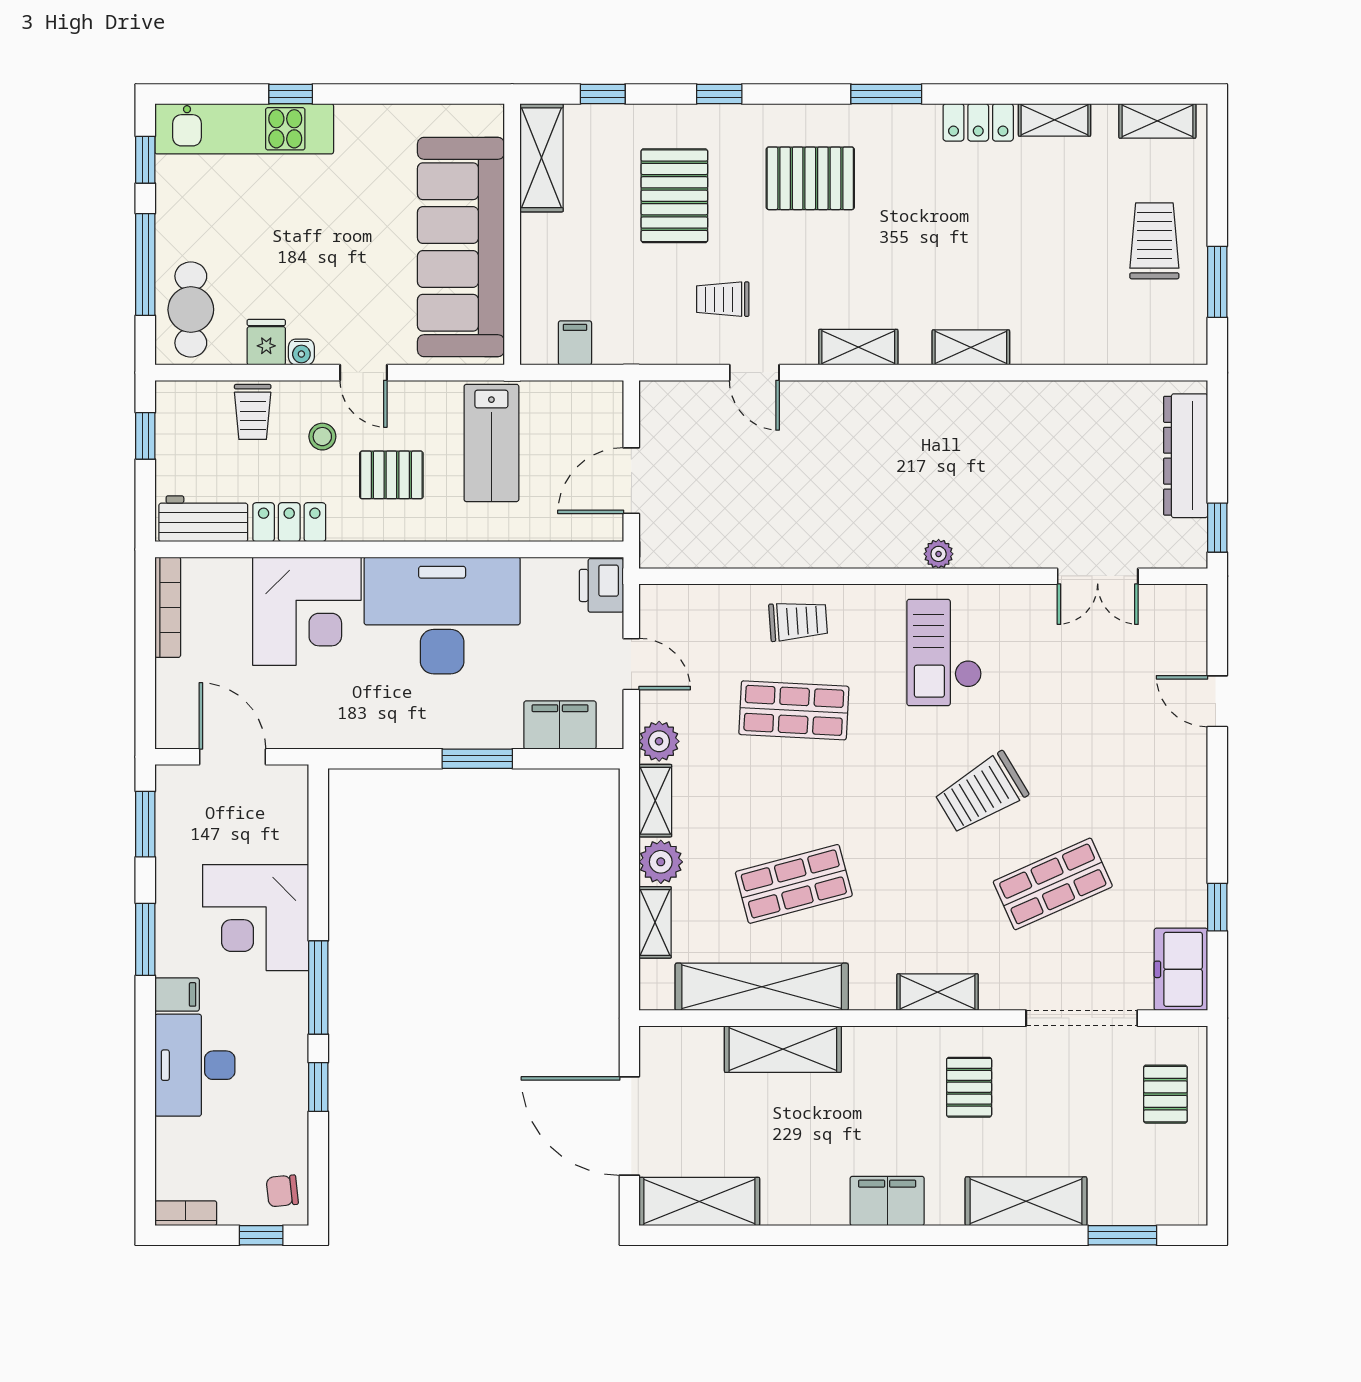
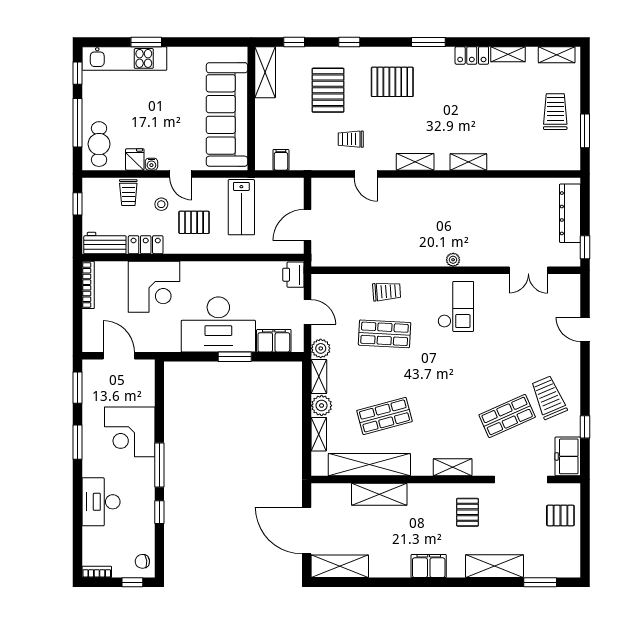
window: (291, 94) -> (146, 42), width x1.50
desk: (442, 615) -> (218, 325), moved, turned 180
checkout: (944, 652) -> (456, 306), turned 180
trolley: (981, 793) -> (549, 397), moved, turned 98
filing cabinet: (177, 994) -> (93, 468), removed
pallet: (1165, 1094) -> (560, 515), turned 90

